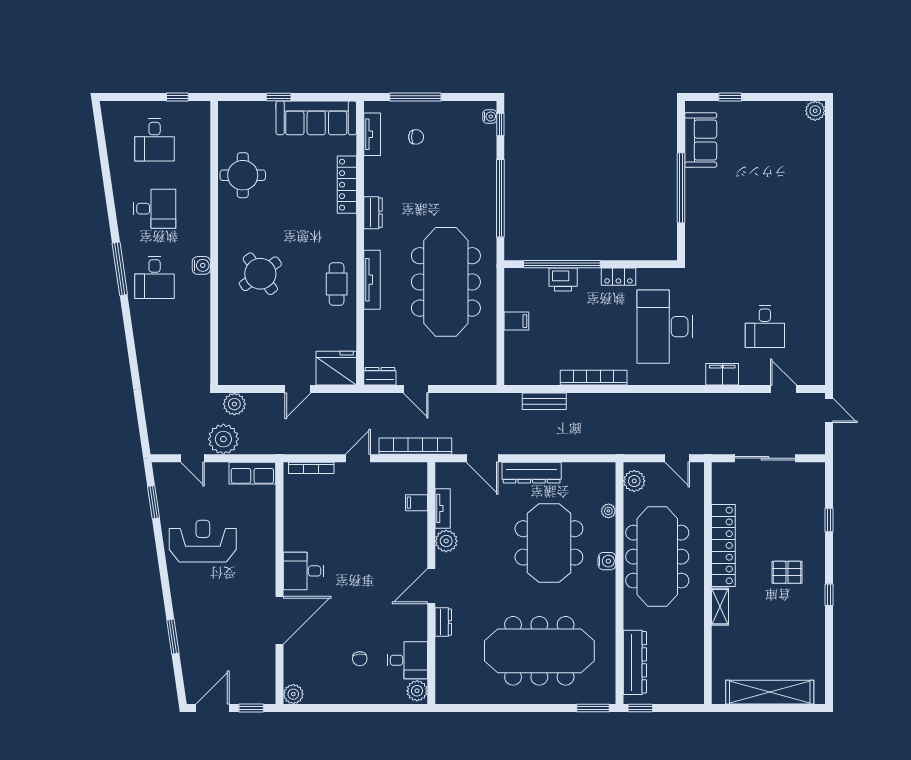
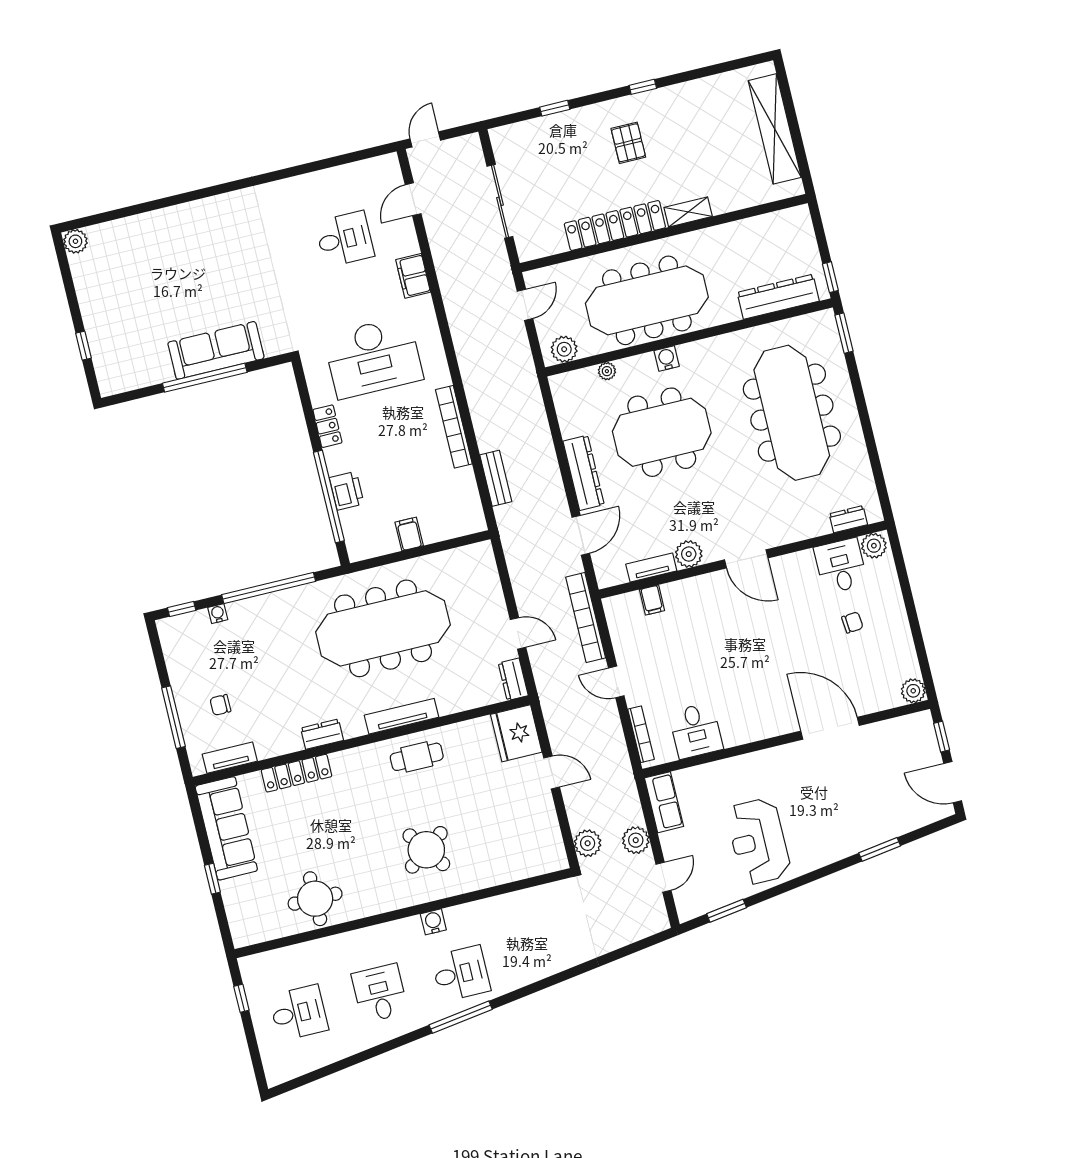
water cooler: (490, 116) -> (218, 614), moved
chair: (416, 137) -> (220, 705), turned -90
sofa: (701, 140) -> (216, 350), moved, width x1.36
door: (416, 389) -> (518, 633), hinge flipped
plant: (223, 439) -> (636, 840), width x0.73, depth x0.73
desk: (304, 571) -> (696, 731), moved
dresser: (443, 622) -> (848, 519), moved

